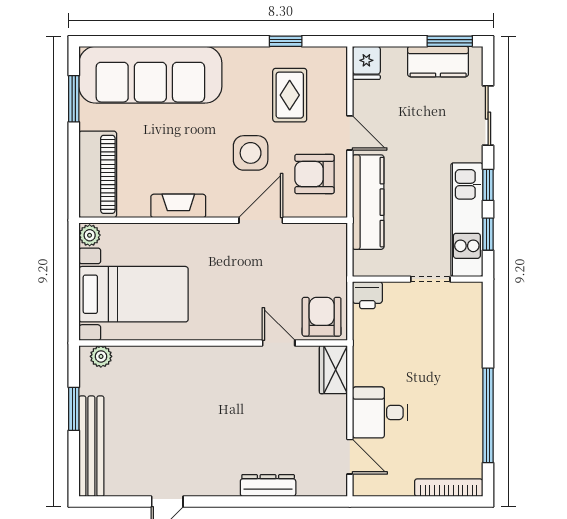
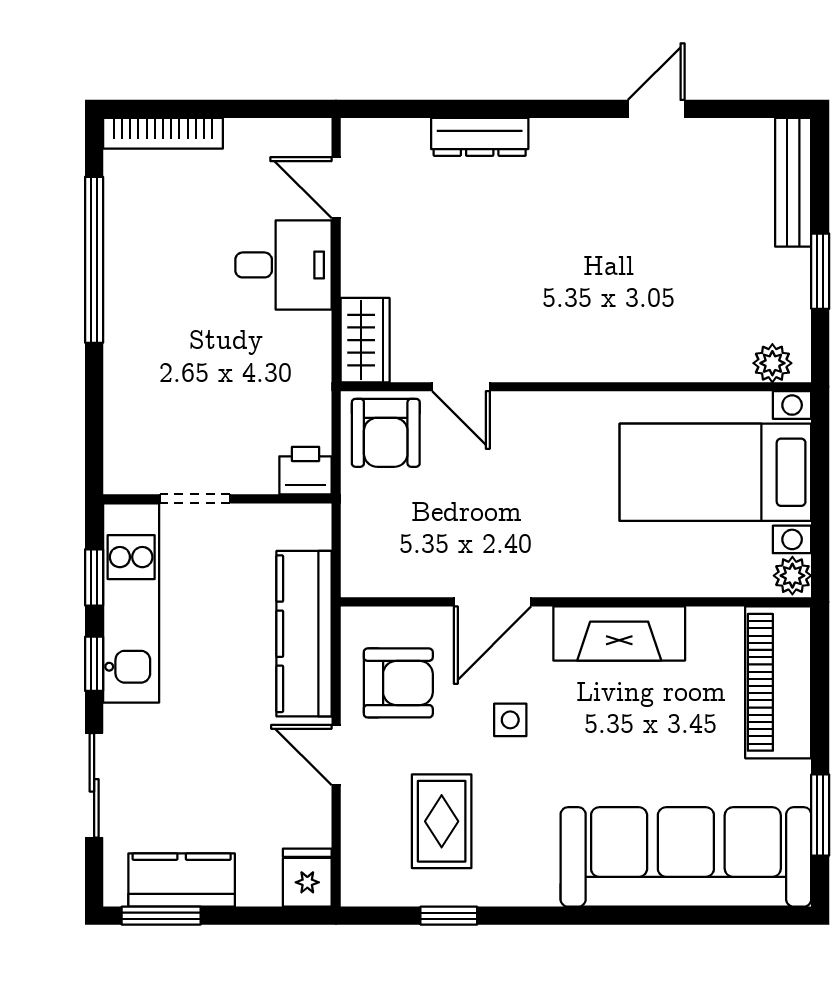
side table: (251, 153) -> (510, 720), width x0.54, depth x0.54
fireplace: (178, 206) -> (619, 633), width x1.37, depth x1.32
bench: (91, 446) -> (793, 182), width x0.73, depth x0.82

